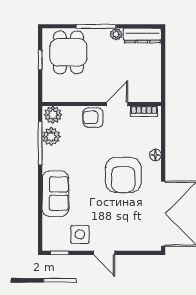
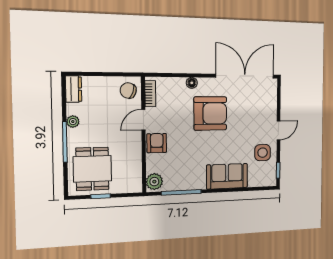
dresser: (142, 36) -> (74, 89), width x0.70
dining table: (68, 52) -> (92, 169), turned 90
chair: (147, 89) -> (128, 91), added
door: (117, 104) -> (143, 120), hinge flipped
armchair: (93, 117) -> (157, 143), turned 180
plant: (51, 136) -> (175, 182), removed

